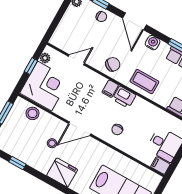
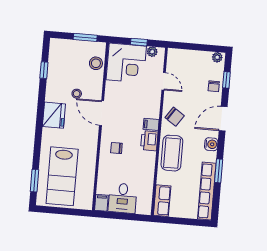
coffee table: (144, 82) -> (172, 153), width x1.36, depth x1.32

